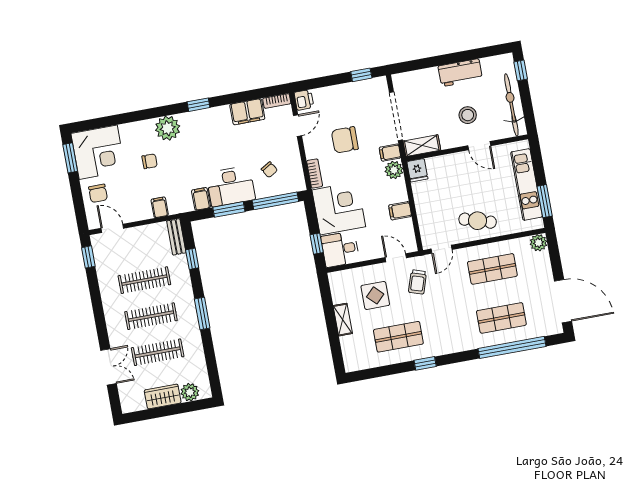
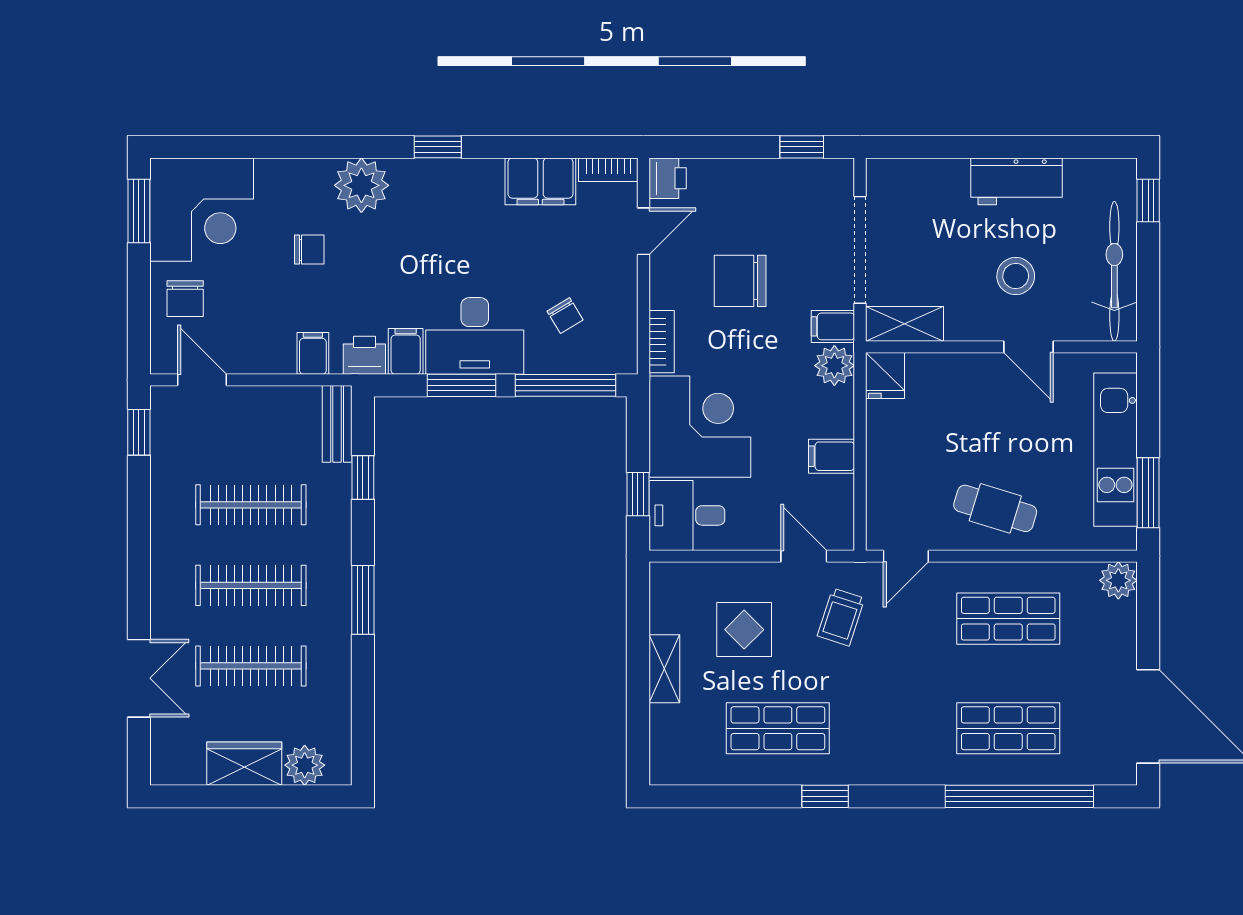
printer: (183, 204) -> (364, 355), added

